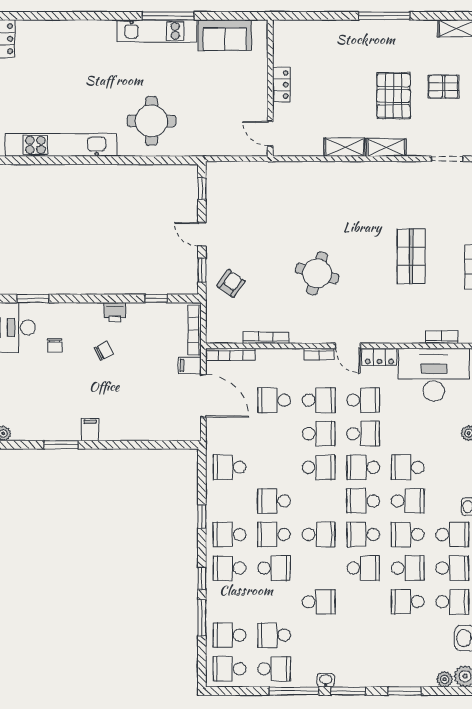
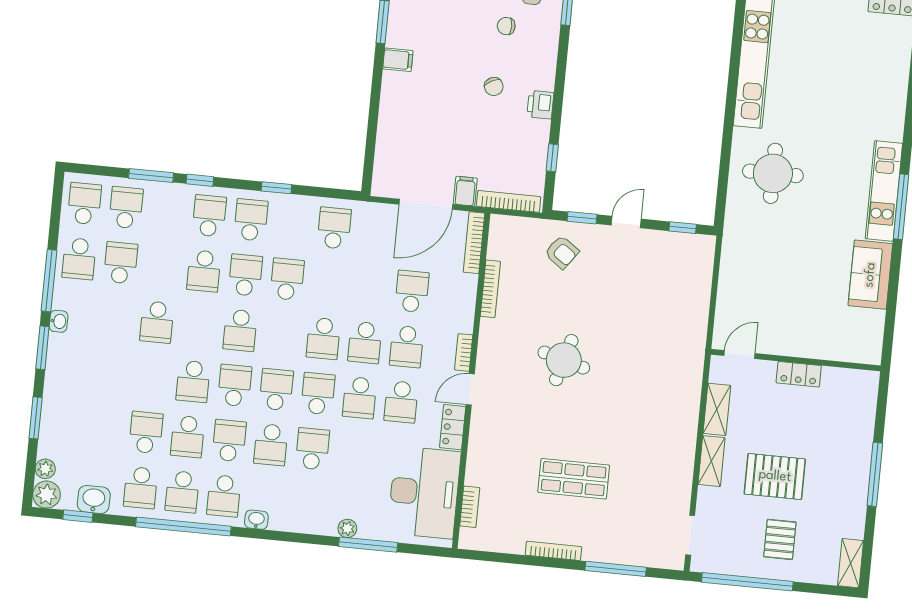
locker: (281, 85) -> (799, 374), moved
wall: (270, 88) -> (796, 360), moved
door: (270, 133) -> (739, 355), moved

